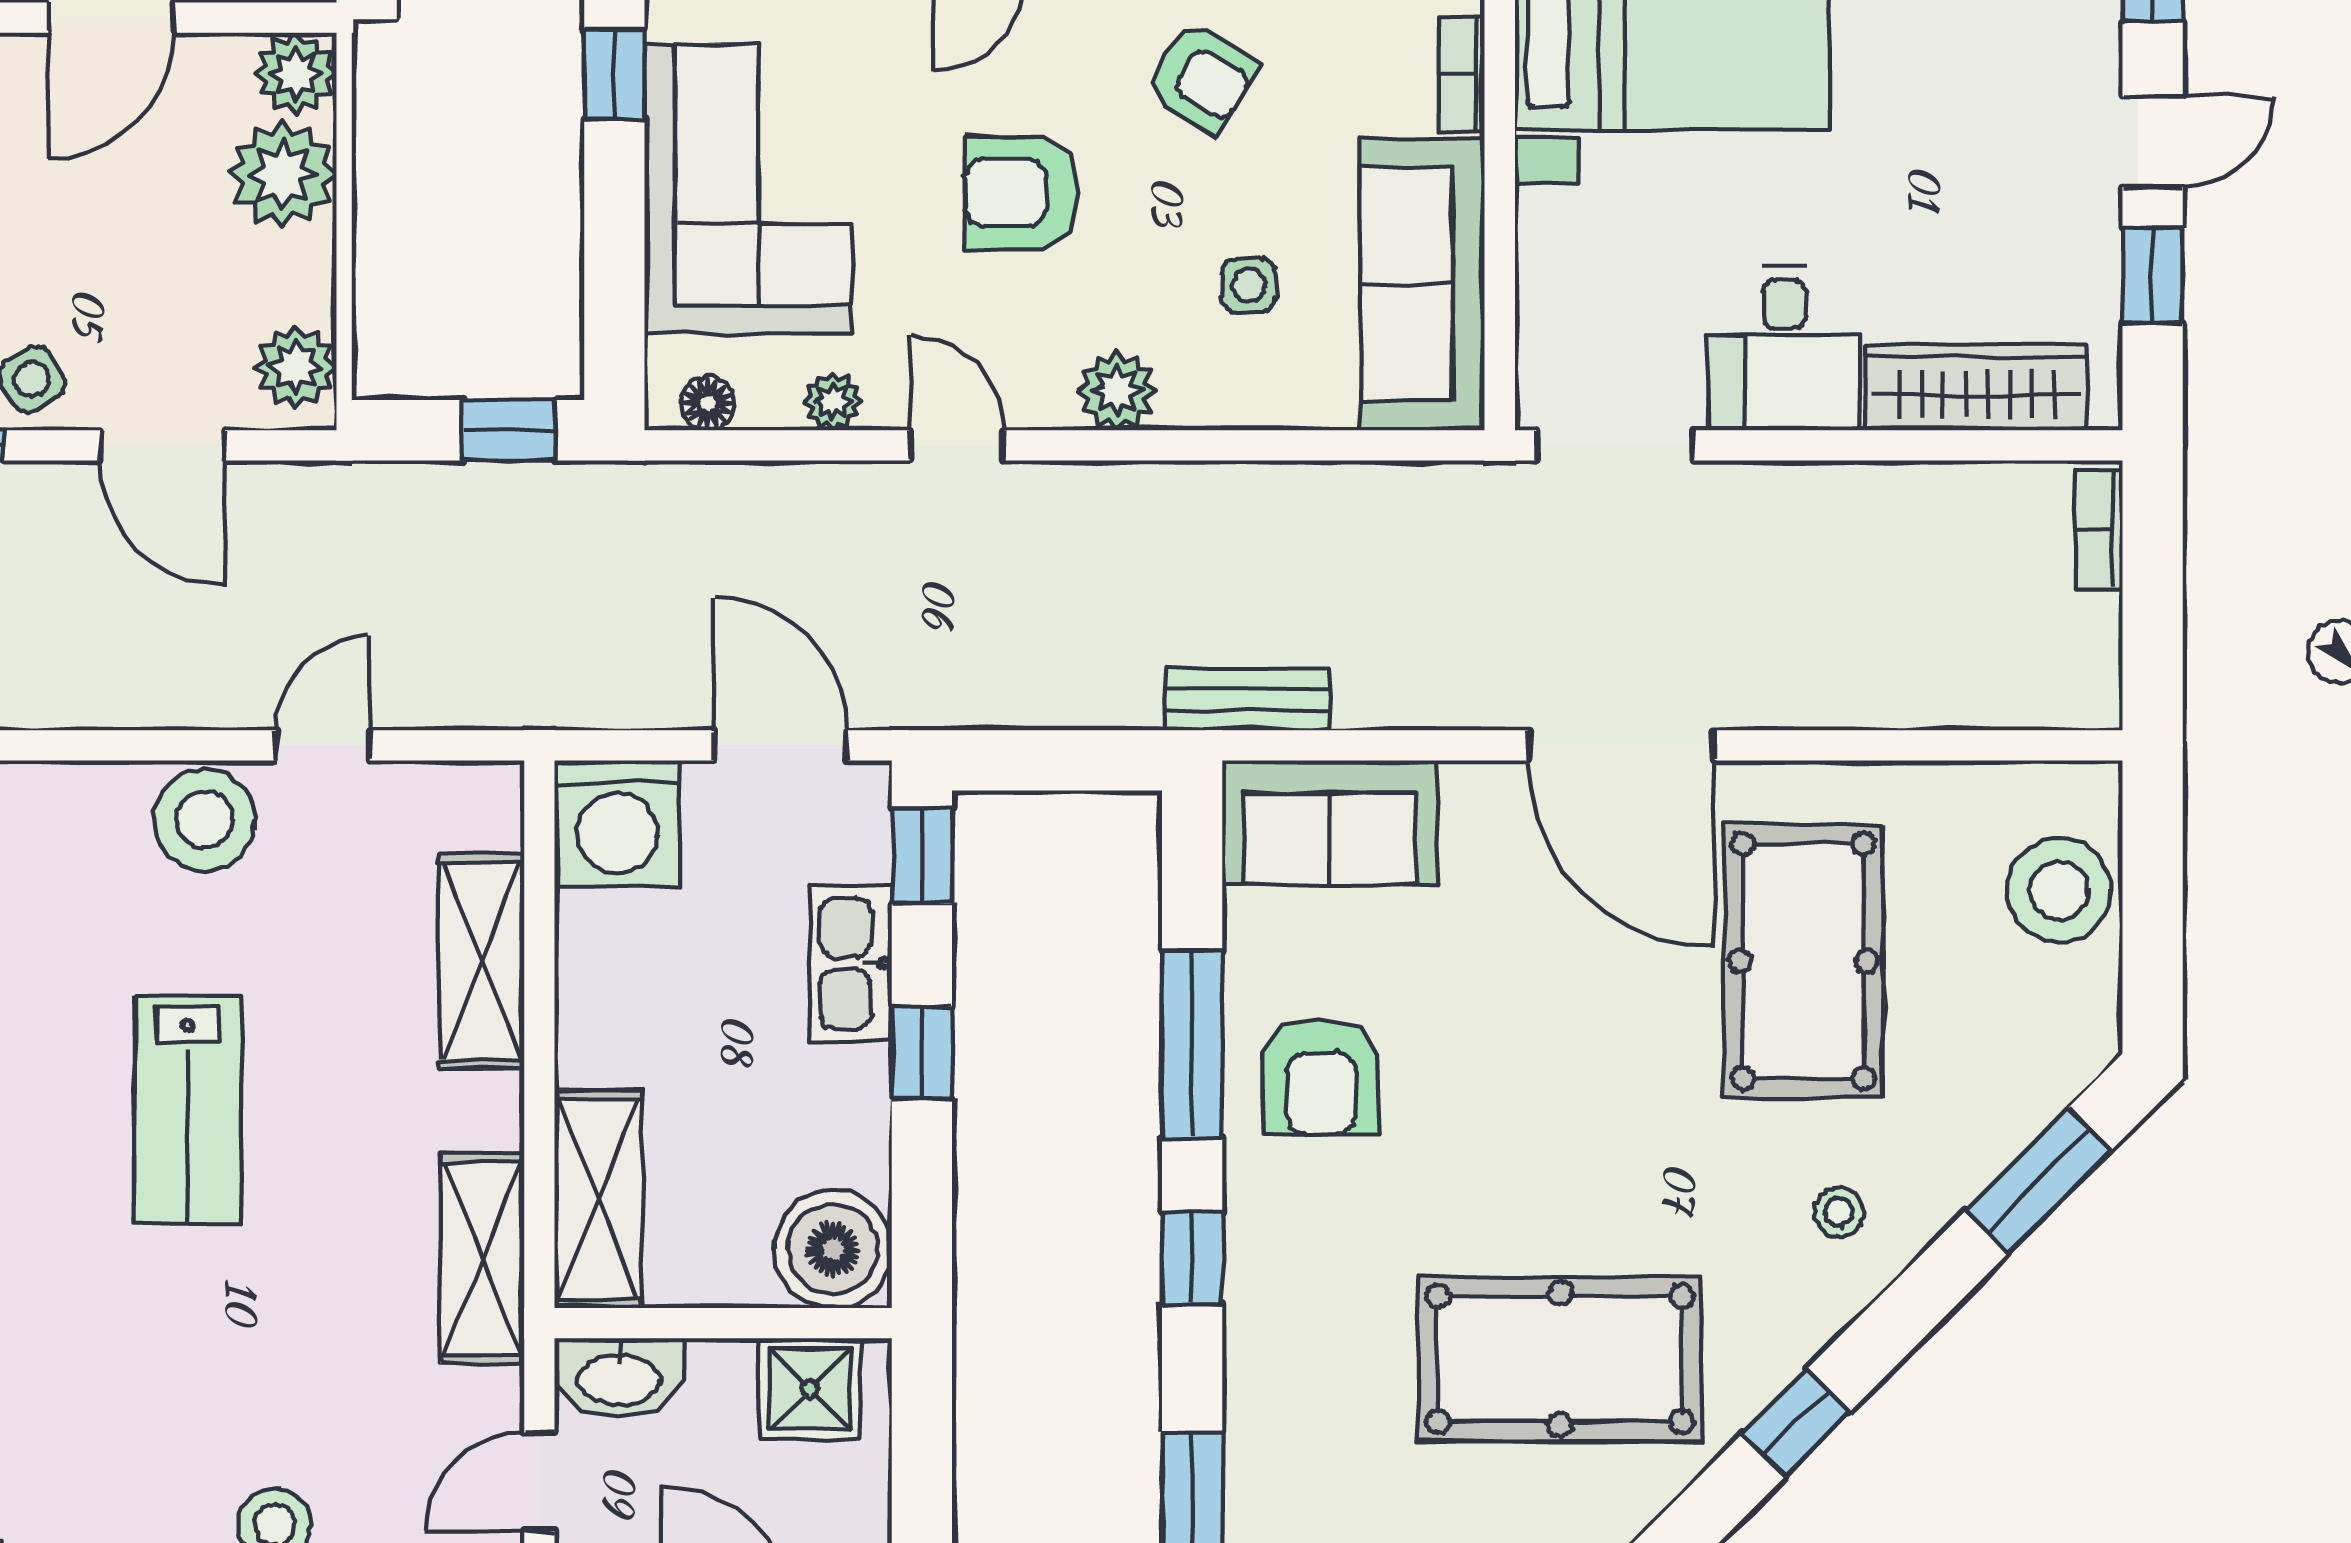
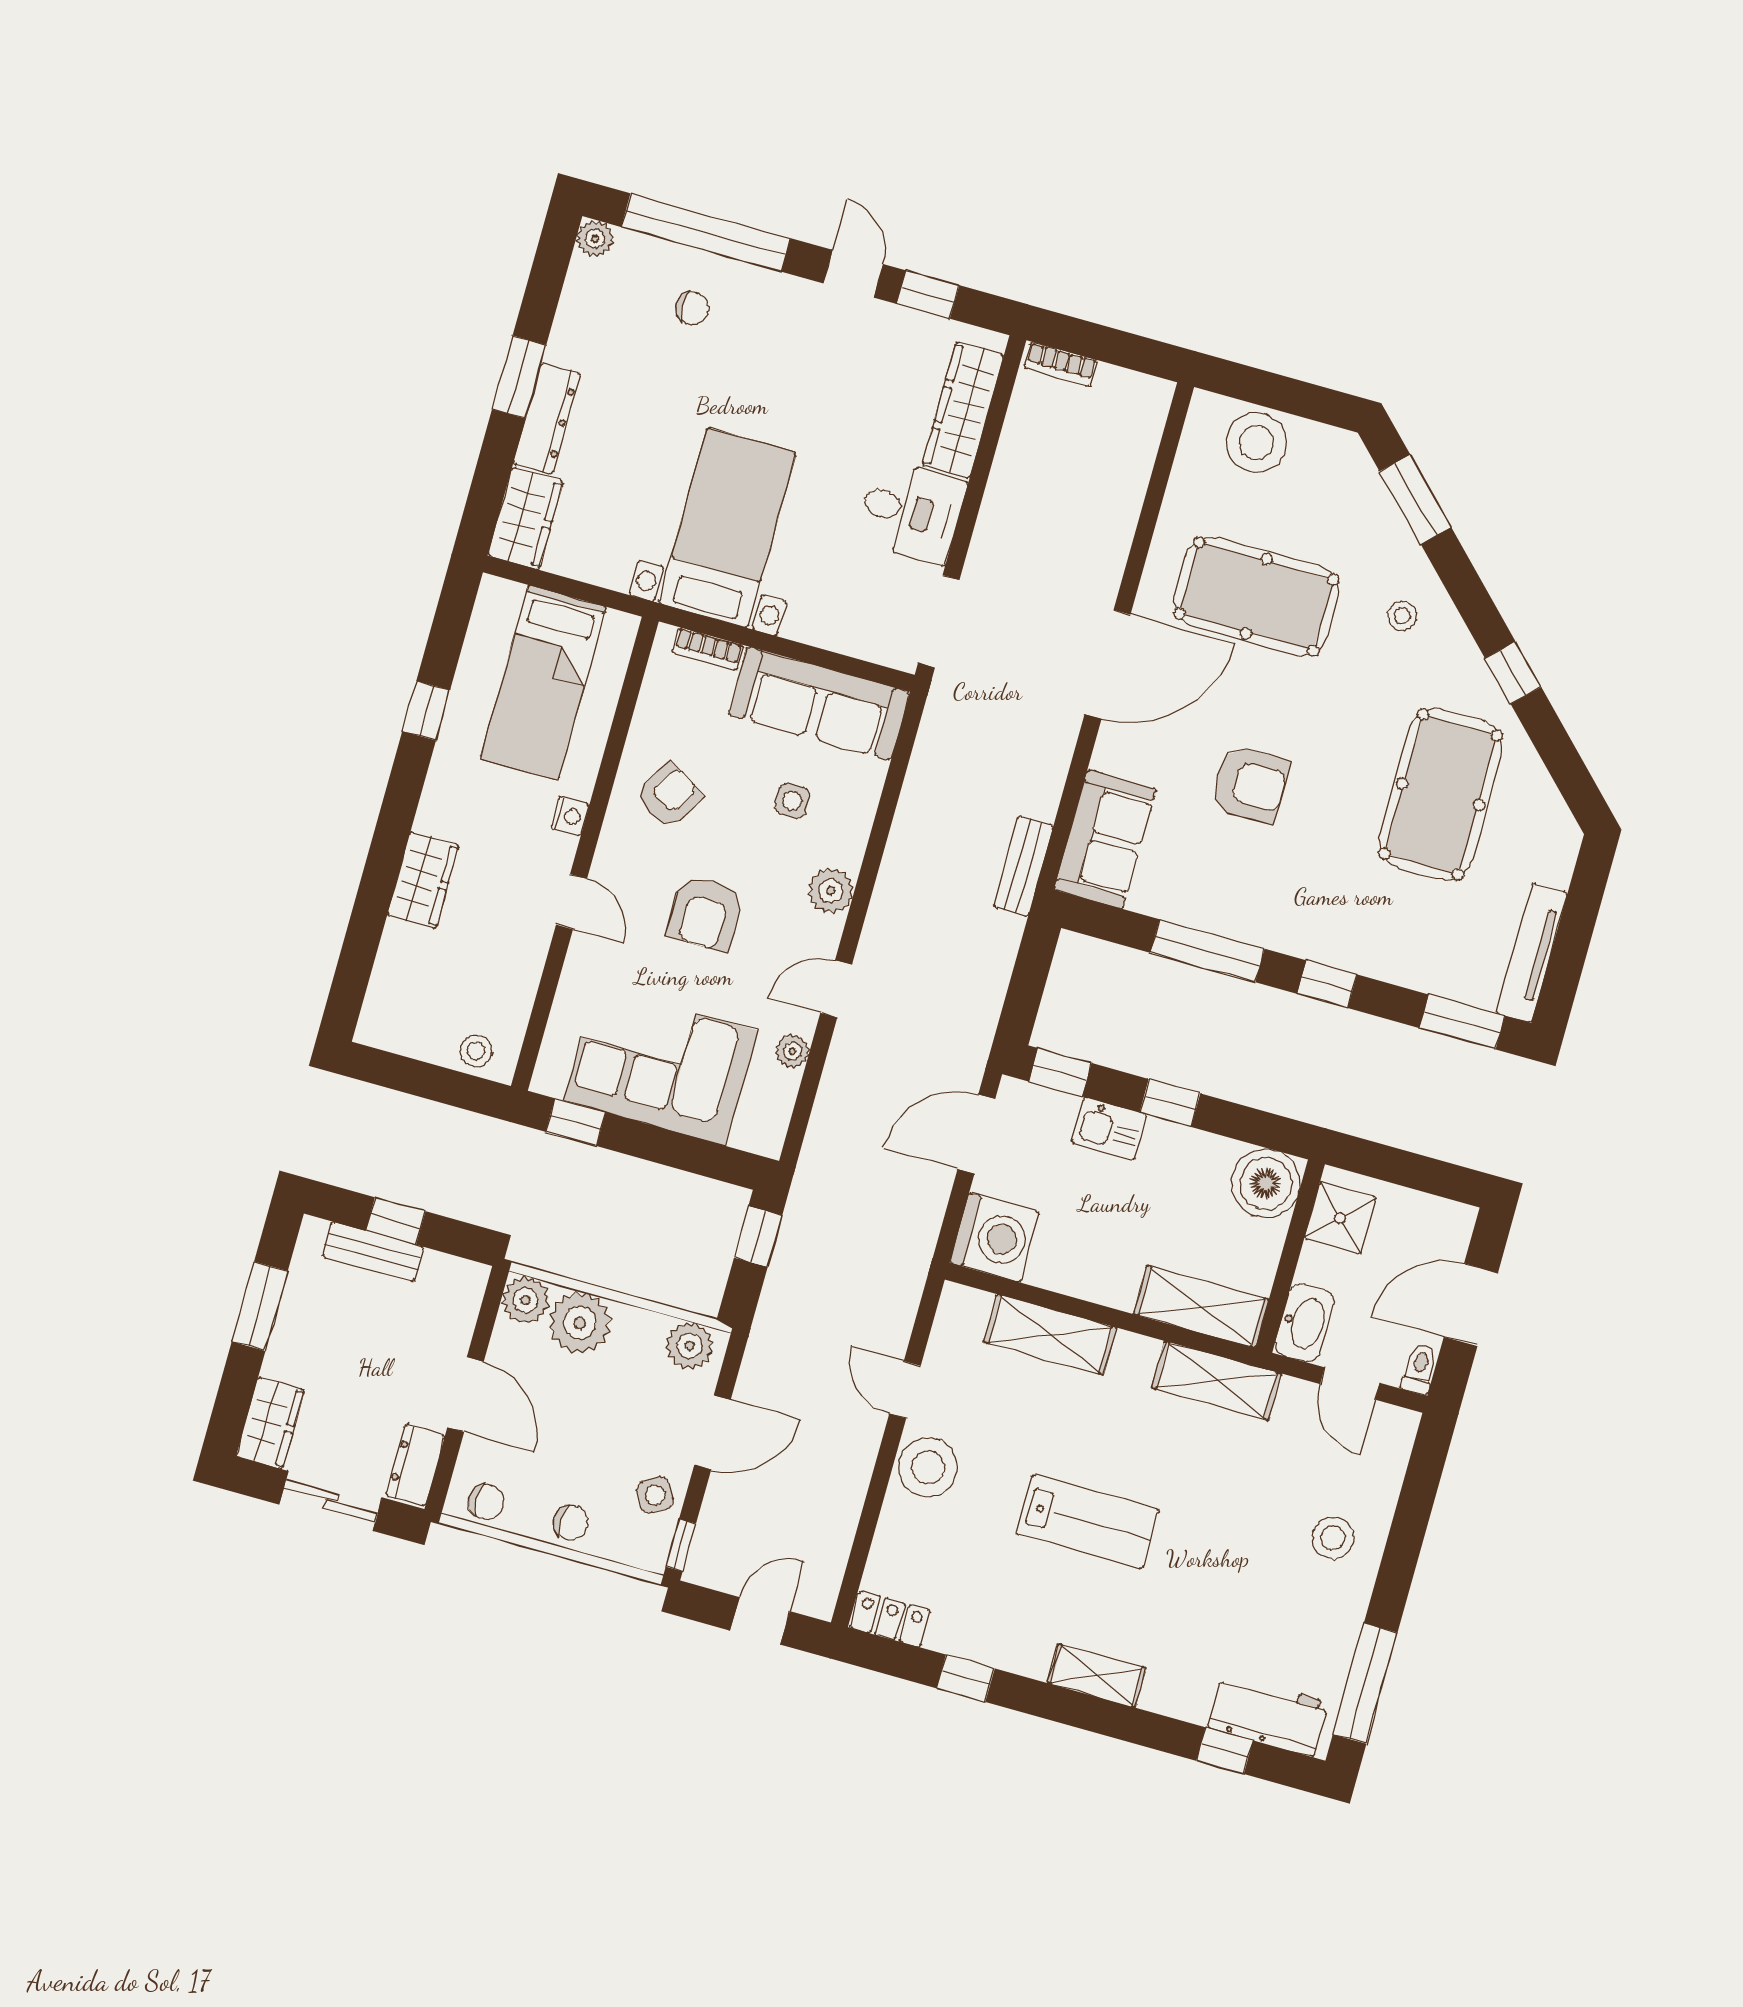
floor lamp: (708, 403) -> (774, 1121), removed
kitchen sink: (851, 963) -> (1109, 1129), width x0.73
armchair: (1321, 1077) -> (1250, 784), moved

